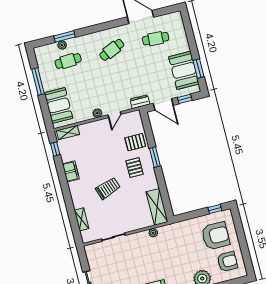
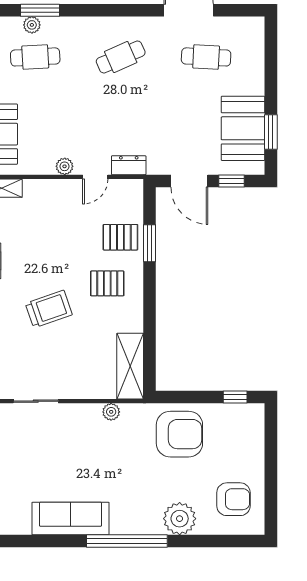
dresser: (140, 102) -> (129, 165), moved
window: (155, 157) -> (149, 243), moved
pallet: (135, 168) -> (107, 283), turned 90
armchair: (216, 236) -> (179, 434), moved

